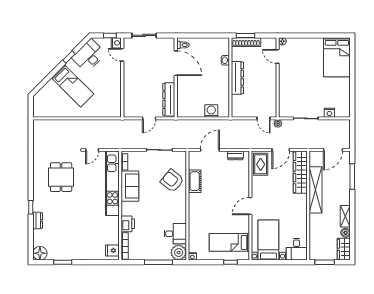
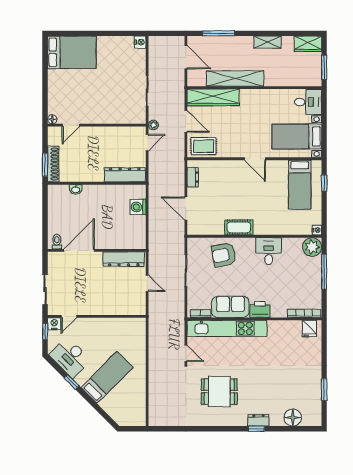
dresser: (237, 78) -> (125, 175), moved
nightstand: (329, 113) -> (140, 42), moved
armchair: (172, 181) -> (224, 255), turned 40
cot: (195, 181) -> (239, 227), moved
dresser: (38, 220) -> (258, 420), moved
printer: (128, 224) -> (260, 309), moved
boiler: (346, 233) -> (288, 42), removed
desk: (175, 234) -> (269, 251), moved
floor lamp: (40, 253) -> (293, 418), moved

